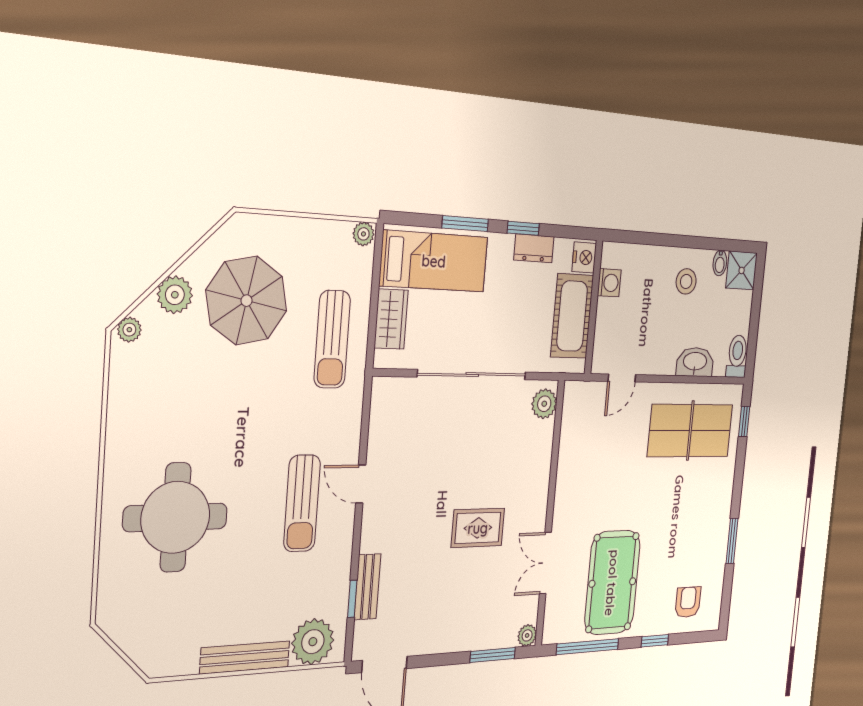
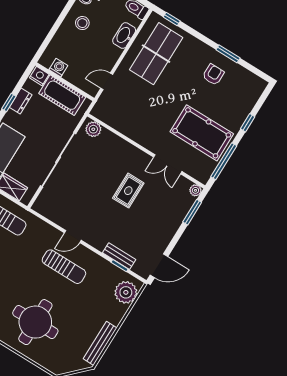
door: (622, 378) -> (107, 81), swing flipped
armchair: (688, 602) -> (213, 75), moved, turned 90
bench: (245, 657) -> (100, 343), moved

